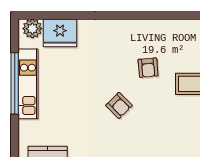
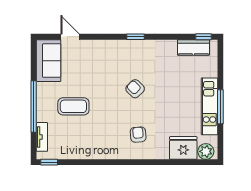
armchair: (148, 68) -> (138, 135), moved
window: (15, 83) -> (220, 107), width x0.68

